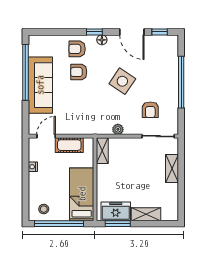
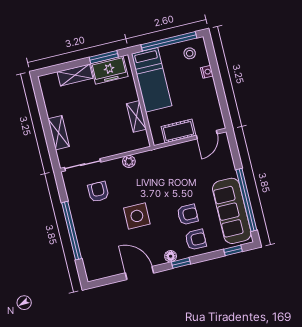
window: (160, 32) -> (233, 250), moved
side table: (122, 81) -> (137, 216), turned -34
sofa: (40, 85) -> (232, 211), moved
shelving: (102, 151) -> (136, 116), moved
nightstand: (33, 167) -> (207, 72), moved

